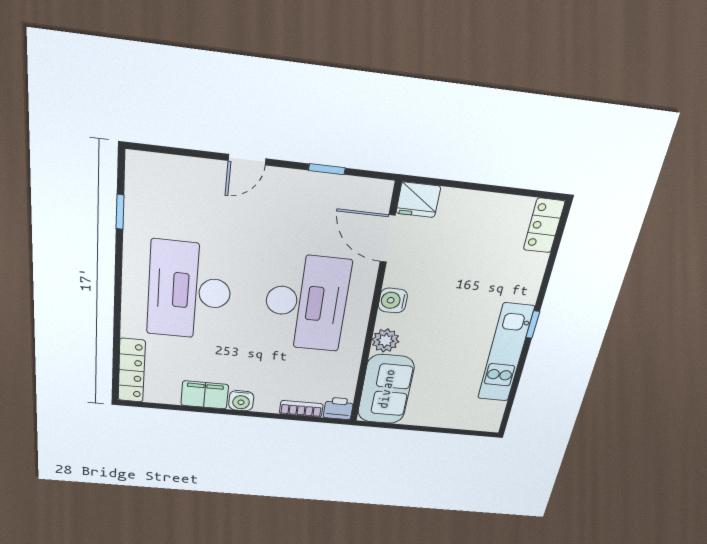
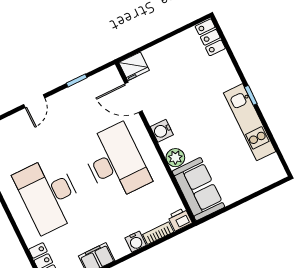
water cooler: (241, 401) -> (136, 242), moved

